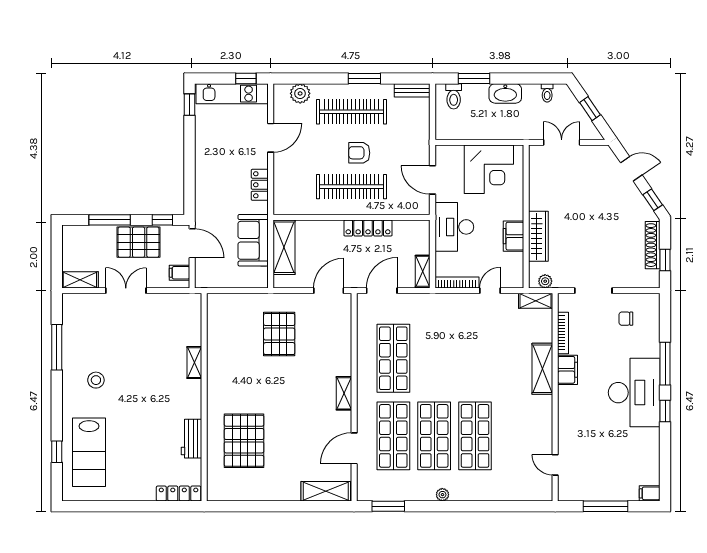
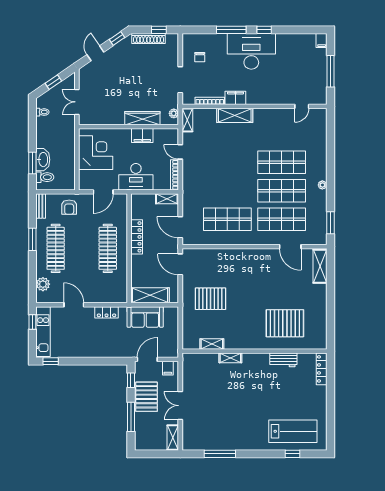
washbasin: (505, 93) -> (43, 160), moved
armchair: (359, 153) -> (69, 207), moved
stool: (96, 380) -> (243, 426), removed
shelving: (344, 393) -> (212, 344), moved

